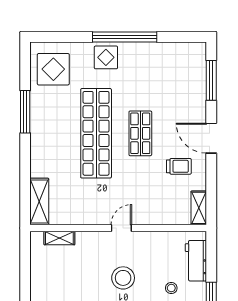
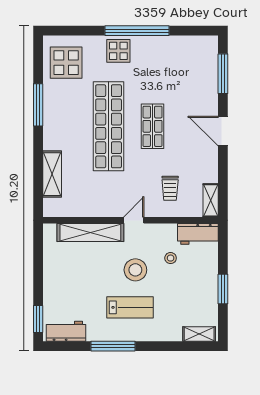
trolley: (179, 166) -> (170, 188), moved, turned 90
shelving: (39, 201) -> (52, 174), moved
shelving: (59, 238) -> (90, 233), width x2.20, depth x1.33
workbench: (196, 261) -> (198, 234), moved, turned -90
stool: (171, 288) -> (171, 258), moved

